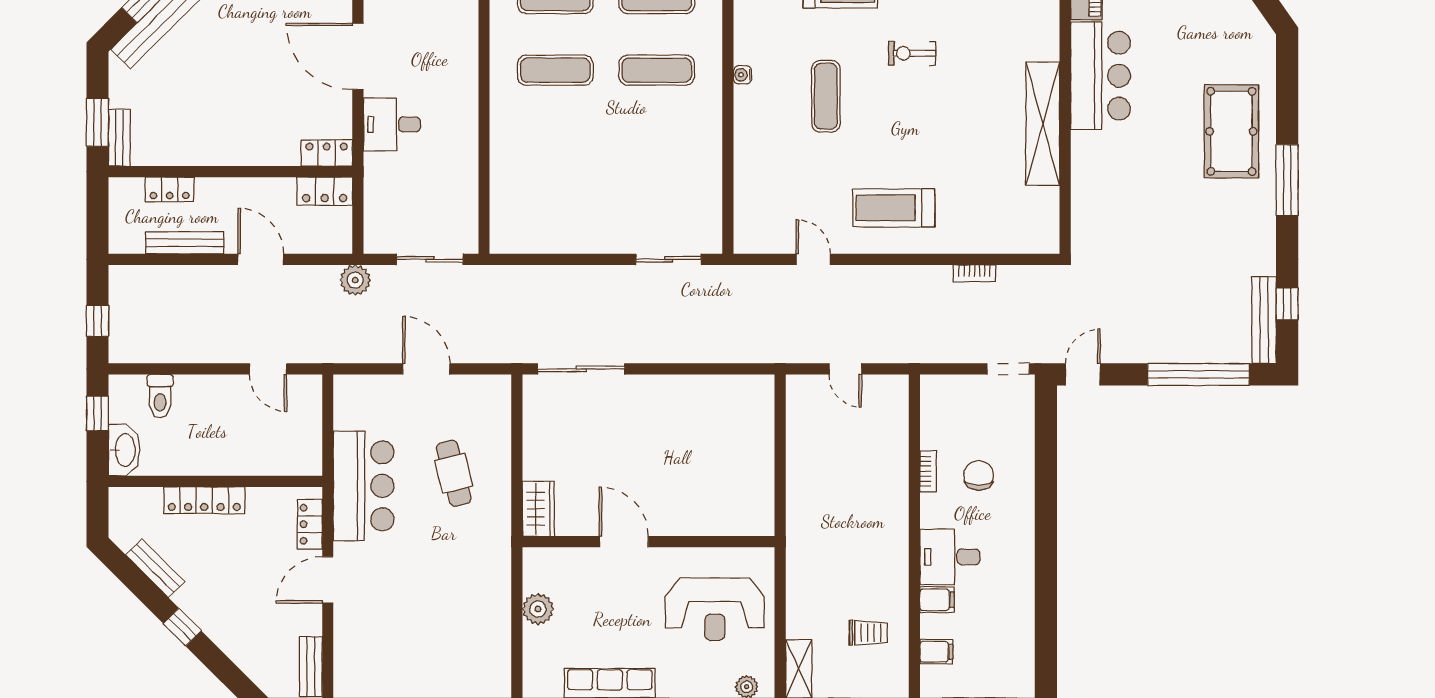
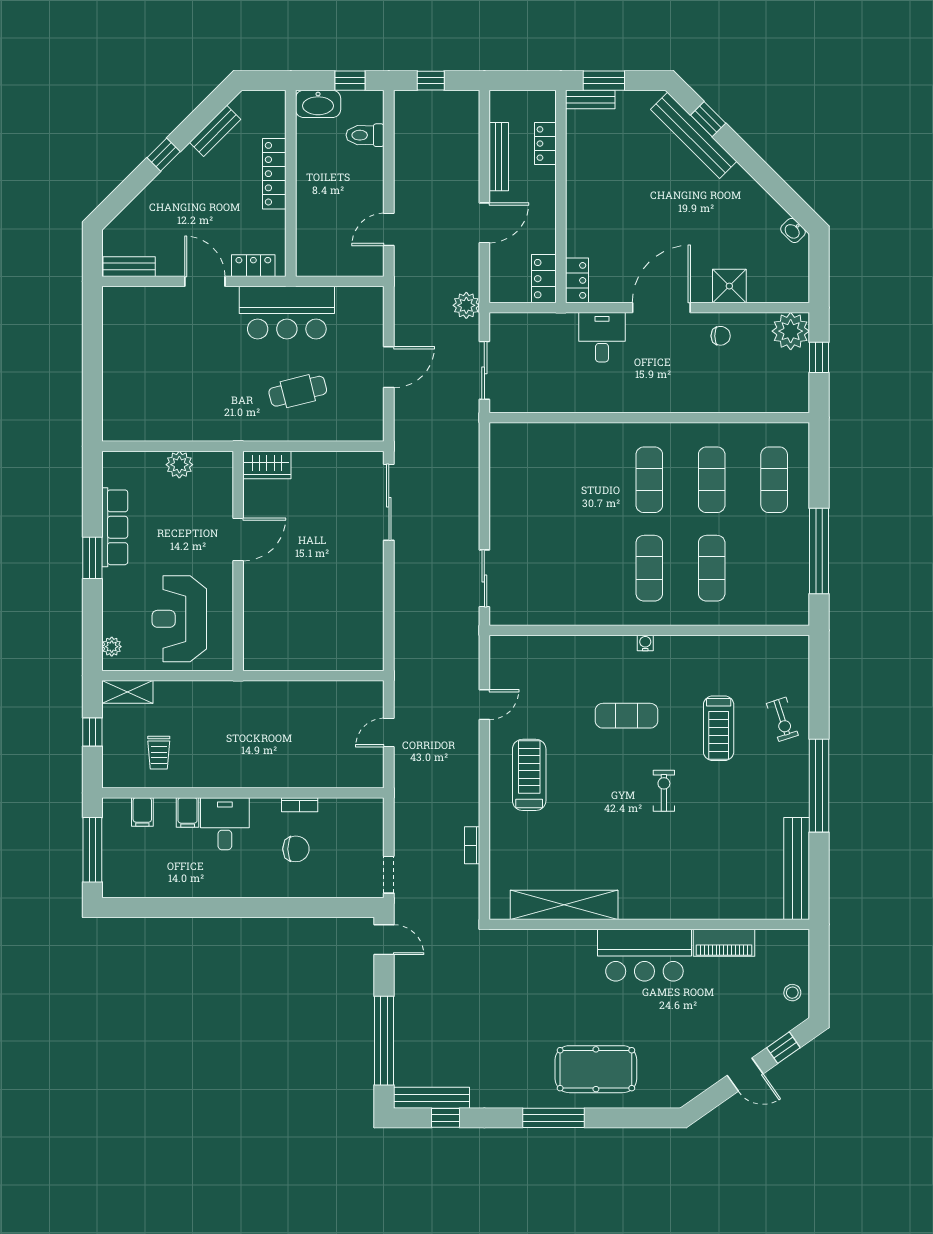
shelving: (1043, 124) -> (564, 905), moved

